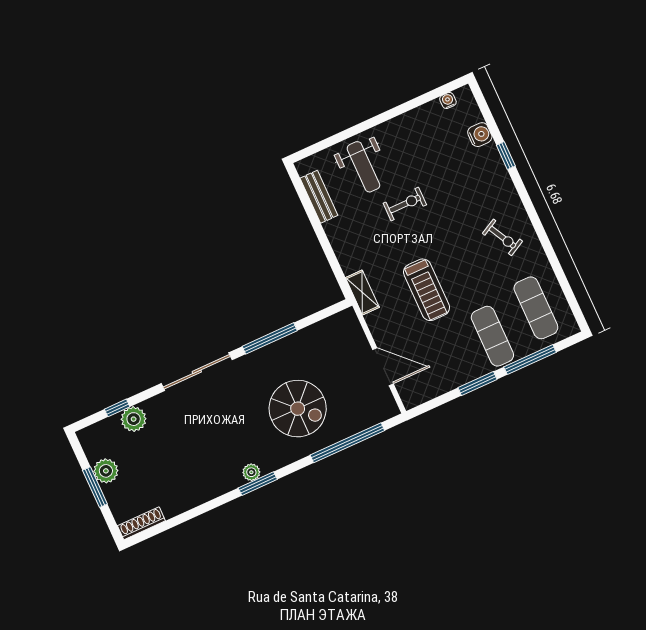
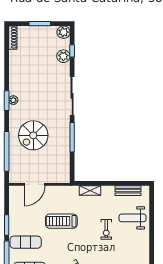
shelving: (362, 292) -> (90, 190), moved
plant: (106, 471) -> (64, 32), moved

